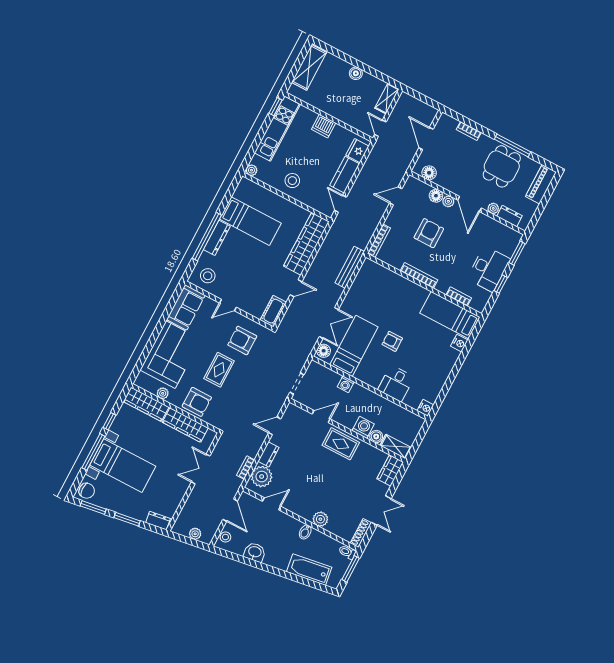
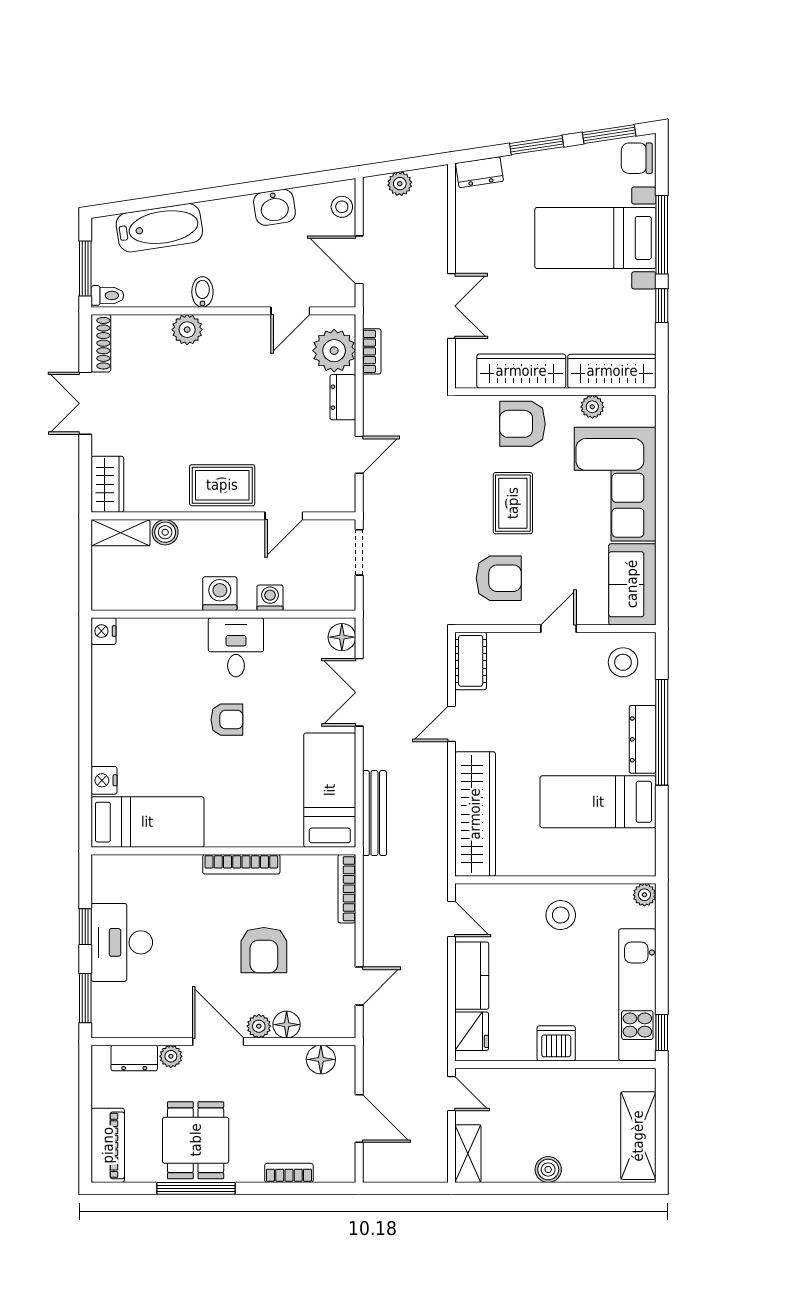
bookcase: (459, 296) -> (149, 864), removed
bed: (354, 346) -> (330, 790), moved, turned 180
desk: (396, 383) -> (236, 647), moved
washing machine: (363, 427) -> (220, 594), moved, turned 180

